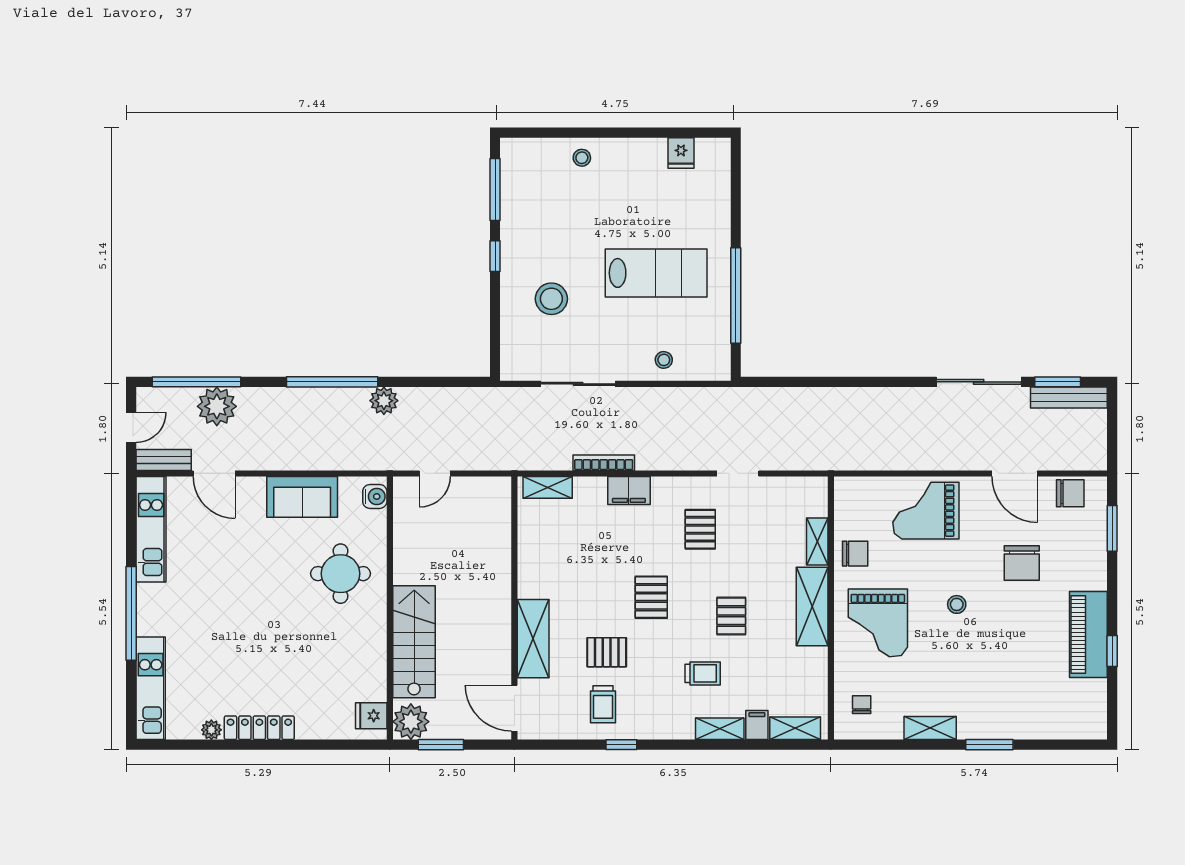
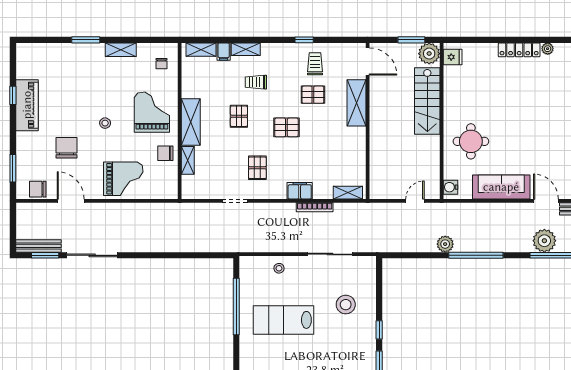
sofa: (302, 497) -> (501, 187), width x1.36
pallet: (651, 597) -> (286, 127), turned 90

